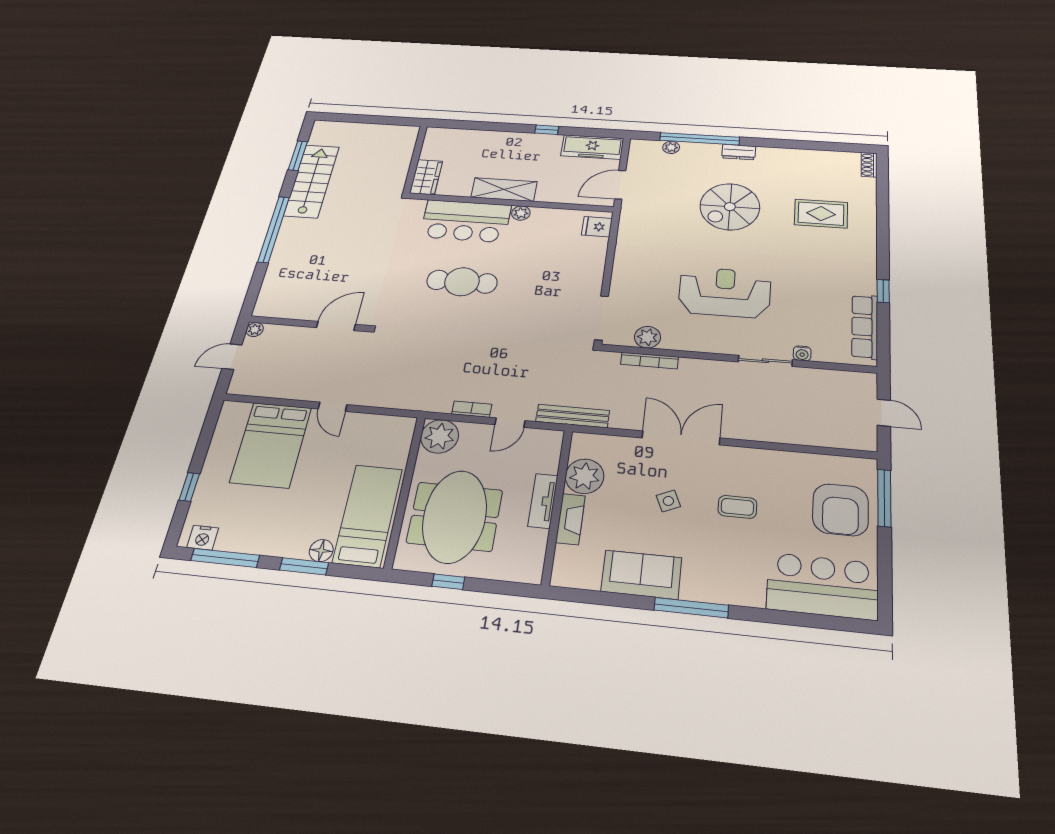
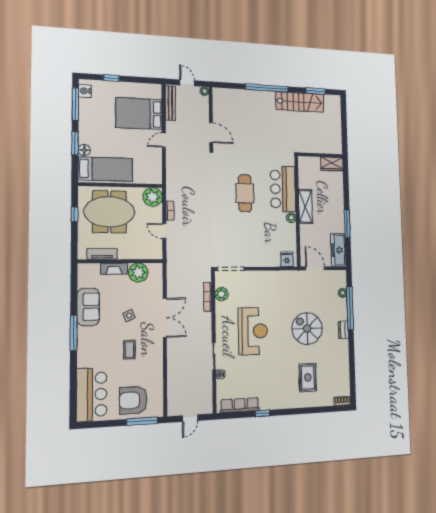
window: (547, 130) -> (347, 224), width x2.17
wardrobe: (426, 177) -> (332, 164), moved
bench: (573, 416) -> (170, 103), moved
tv unit: (543, 501) -> (102, 254), moved

